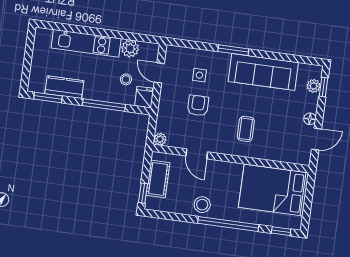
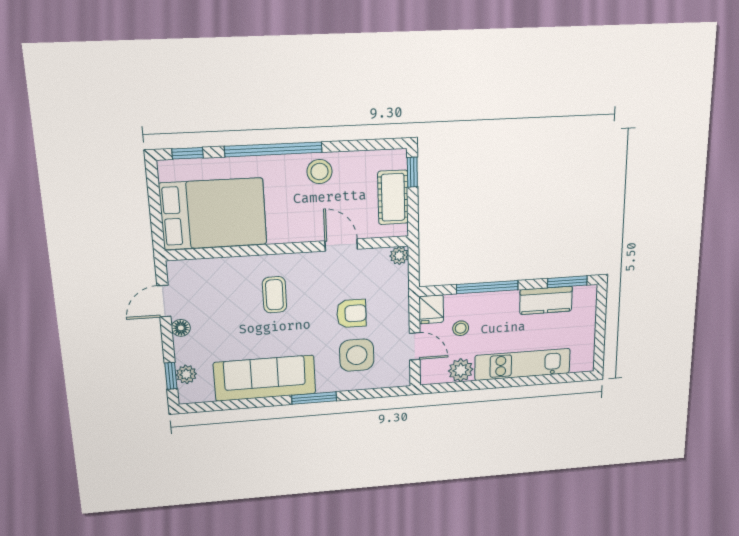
side table: (199, 75) -> (357, 355), width x1.87, depth x1.87
armchair: (198, 105) -> (351, 314), turned -90

